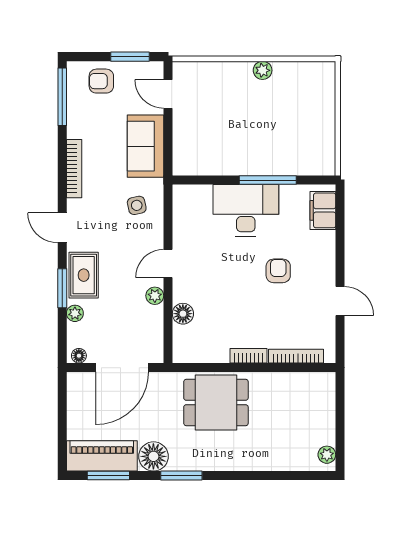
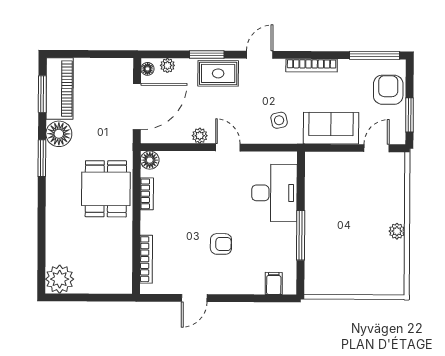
armchair: (101, 81) -> (388, 90), width x1.38, depth x1.38
desk: (246, 210) -> (274, 193), moved
filing cabinet: (323, 210) -> (274, 283), width x0.50
plant: (75, 313) -> (167, 65), moved
floor lamp: (183, 314) -> (150, 160), moved
bookcase: (248, 356) -> (147, 194), moved
door: (122, 368) -> (137, 107), swing flipped
plant: (327, 455) -> (60, 279), width x1.88, depth x1.88

